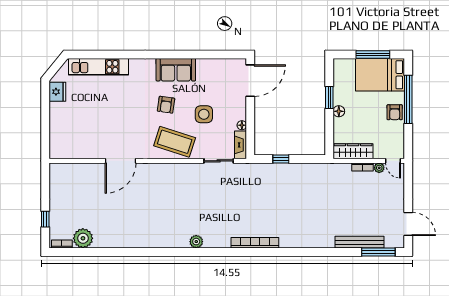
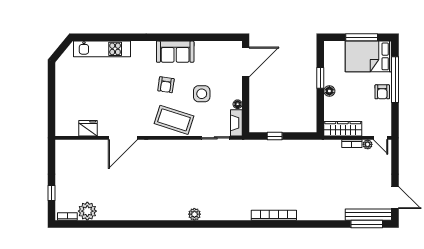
fridge: (57, 92) -> (88, 128), moved, turned -90
bench: (360, 242) -> (368, 215), moved
bookcase: (255, 243) -> (274, 215), moved

